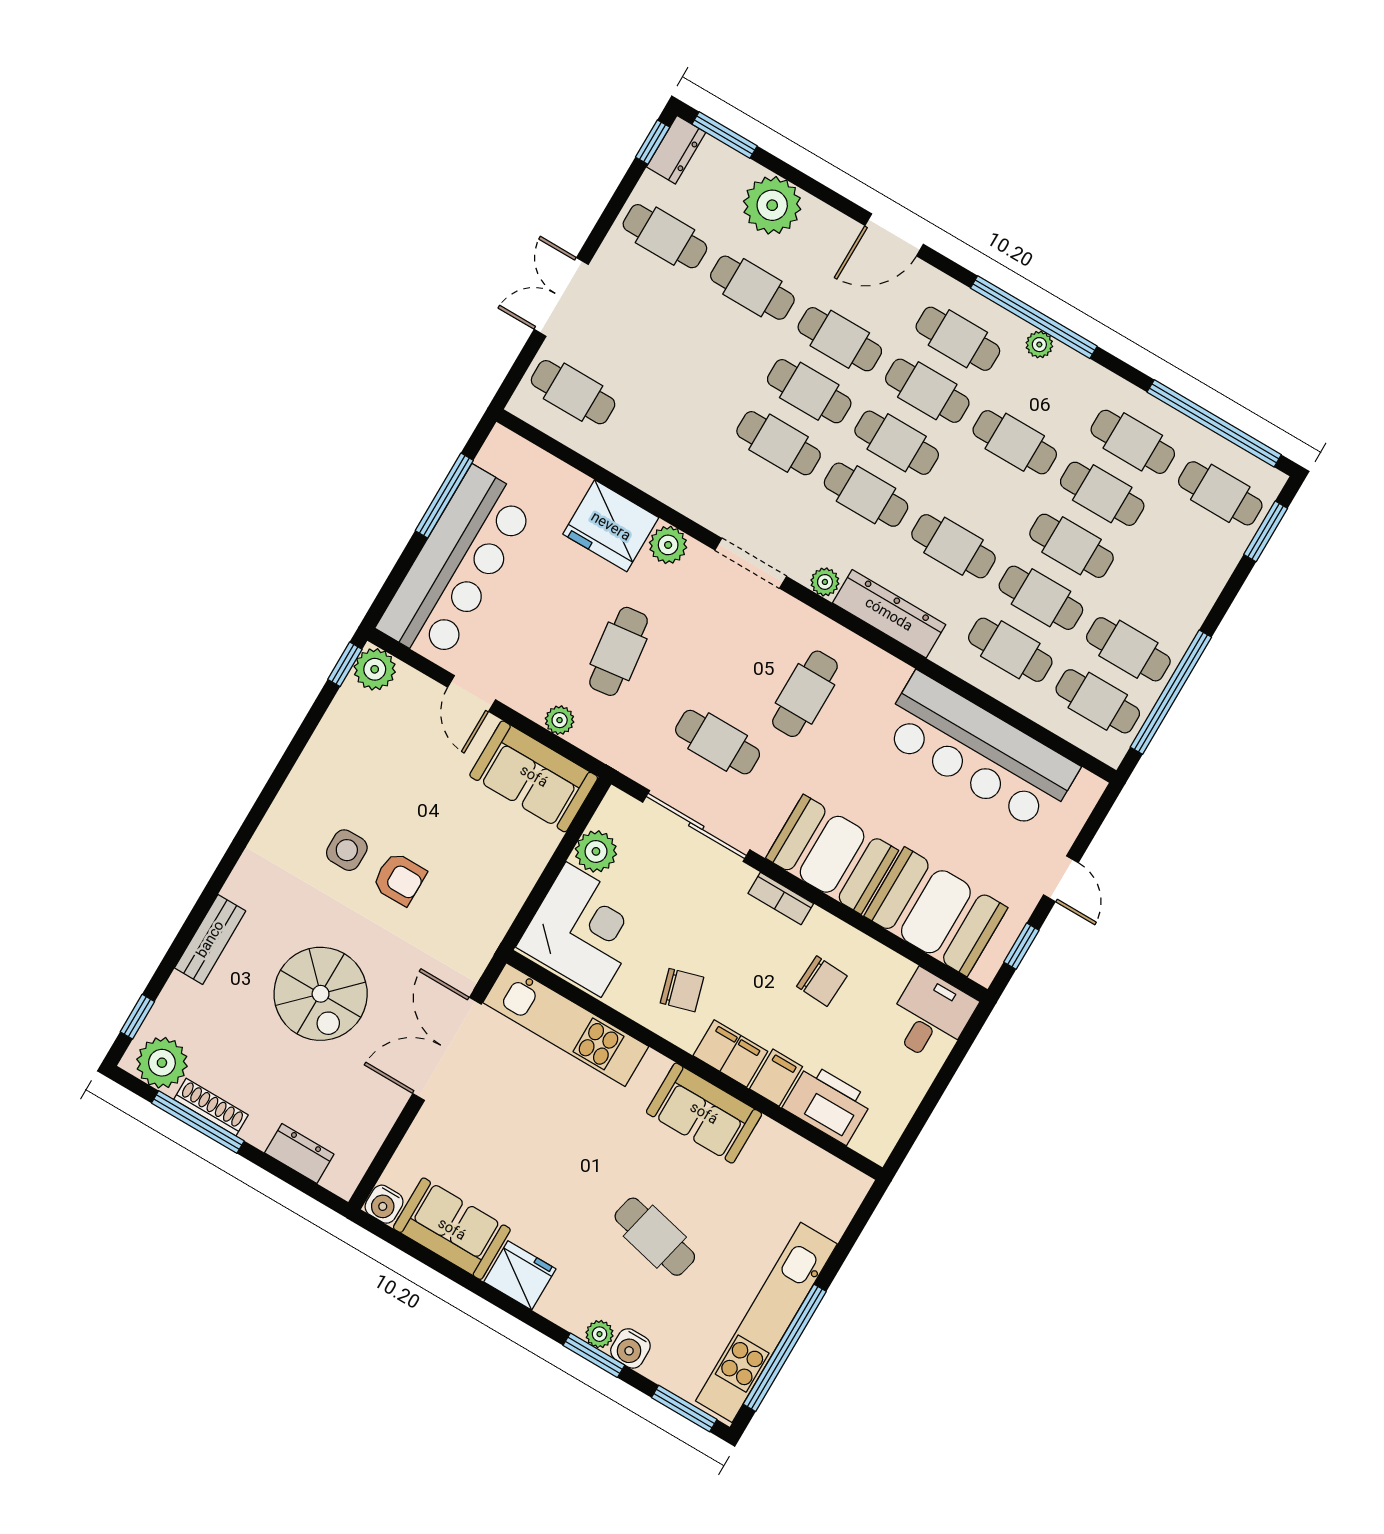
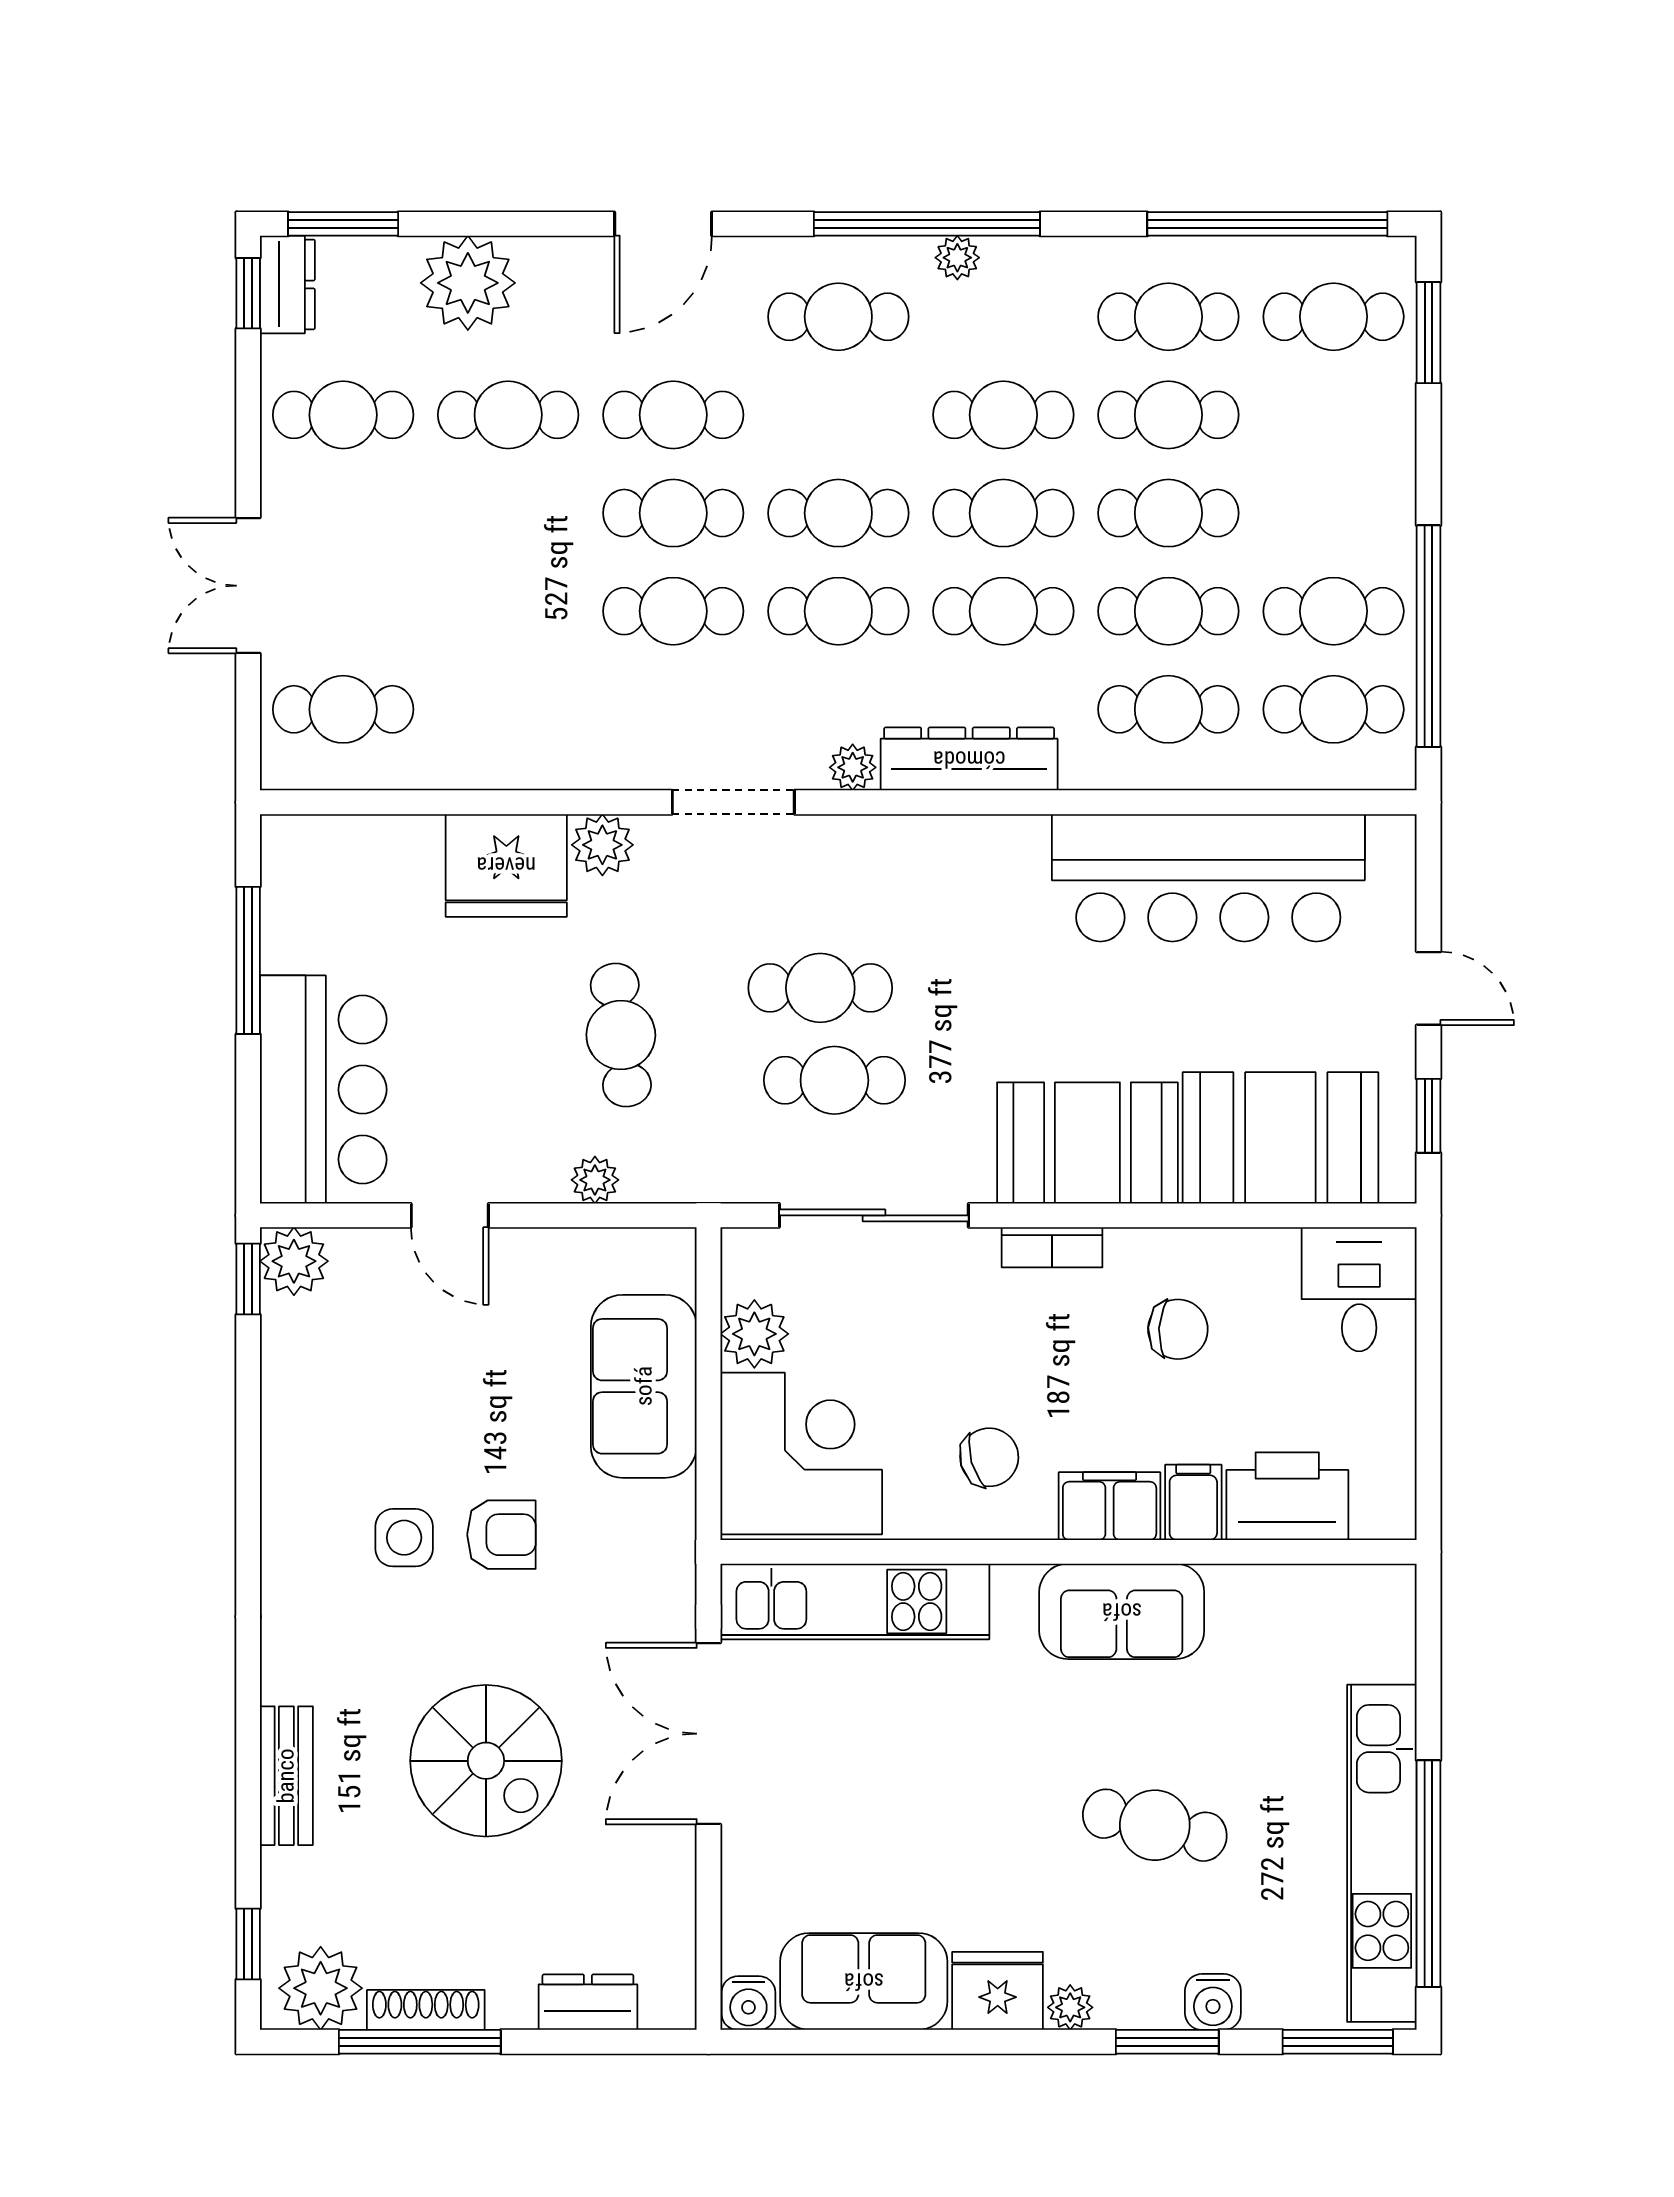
cafe table: (927, 391) -> (1003, 513), moved
bar counter: (457, 565) -> (323, 1090), width x0.73
cafe table: (805, 694) -> (820, 988), moved, turned 90
sofa: (534, 776) -> (644, 1386), moved, turned 90
plant: (599, 1334) -> (1070, 2007), moved

